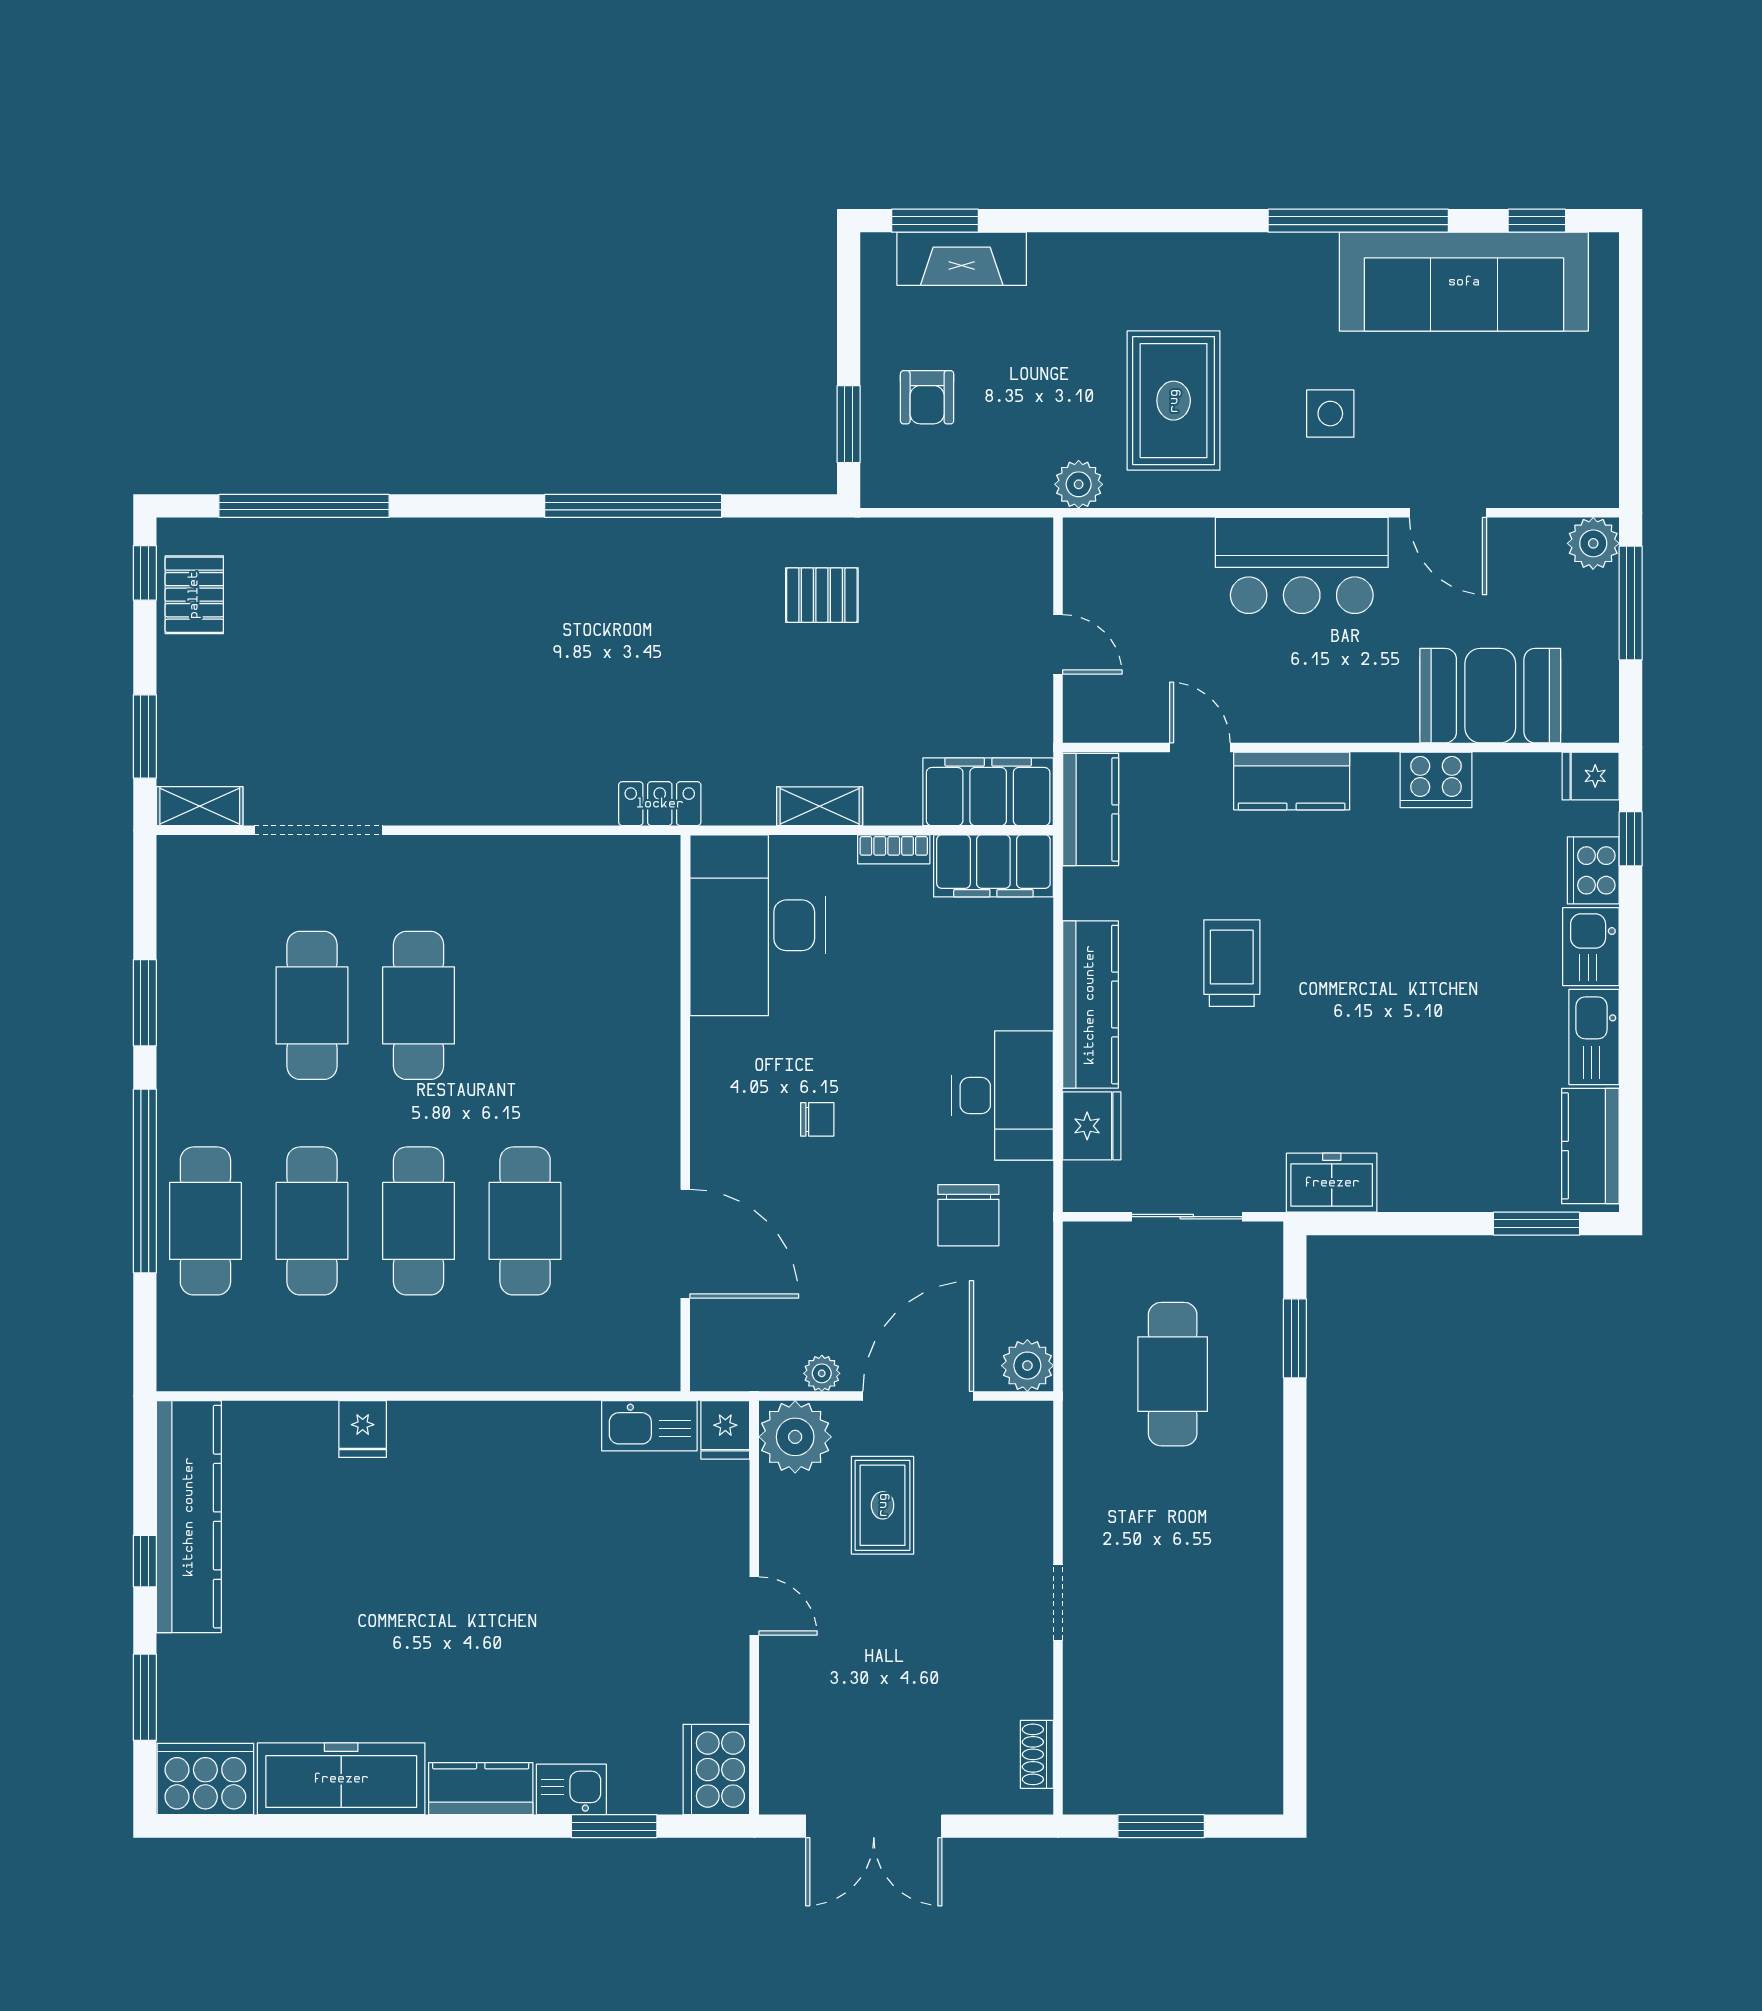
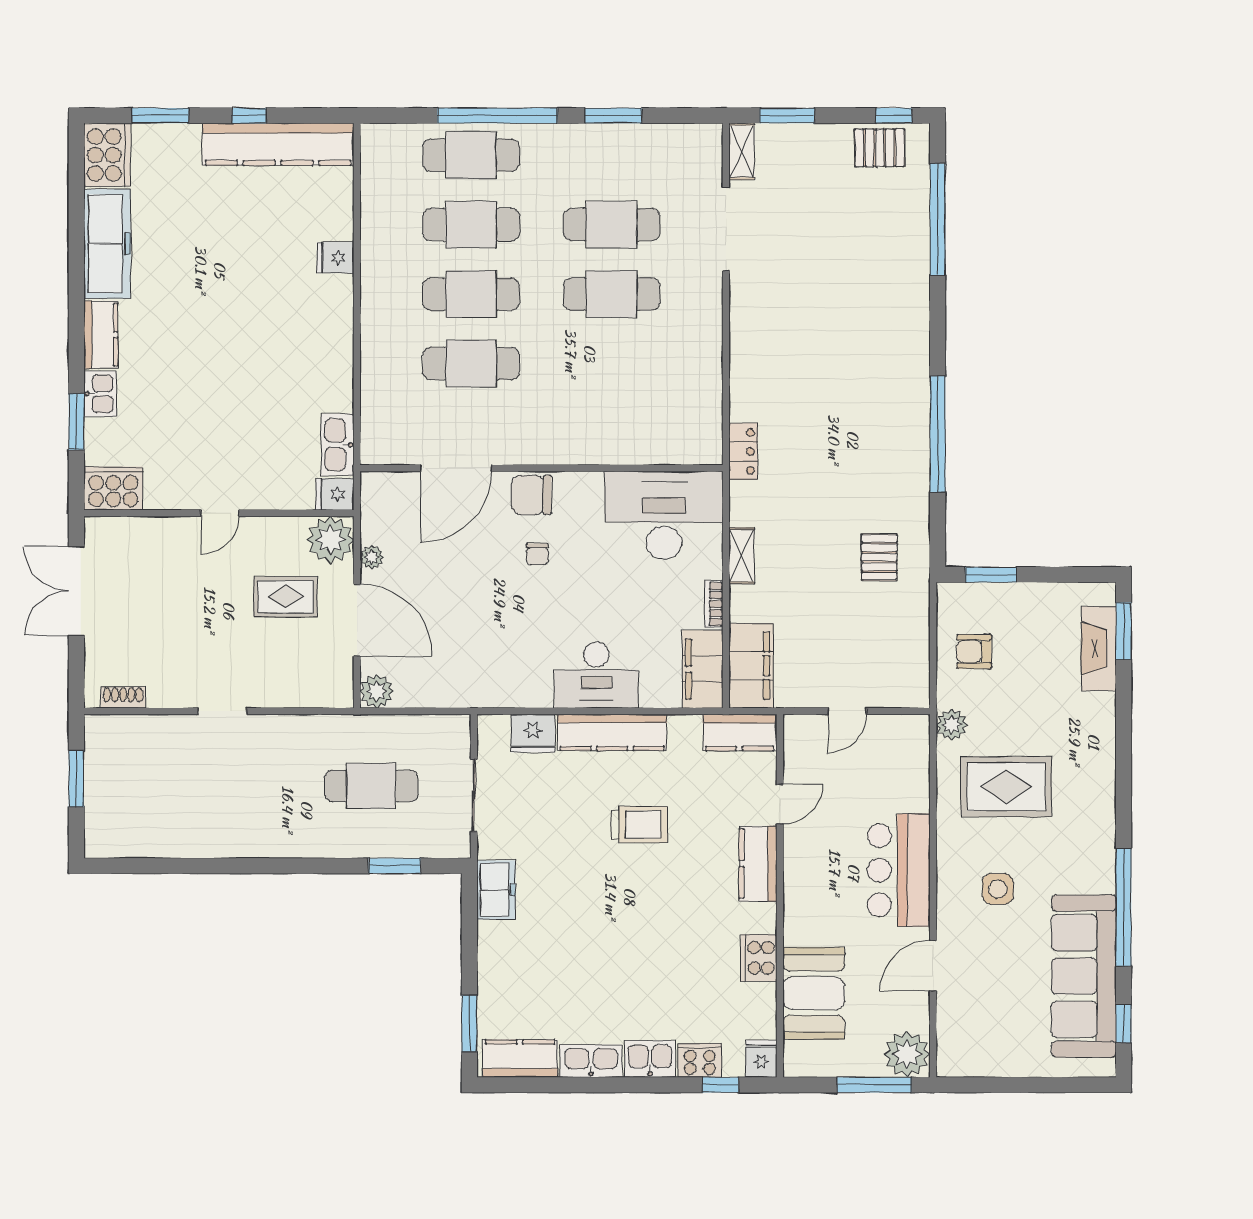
armchair: (927, 397) -> (974, 651), moved
plant: (1593, 543) -> (907, 1054), width x1.36, depth x1.36
desk: (1003, 1096) -> (596, 675), moved
chair: (968, 1215) -> (531, 495), moved

